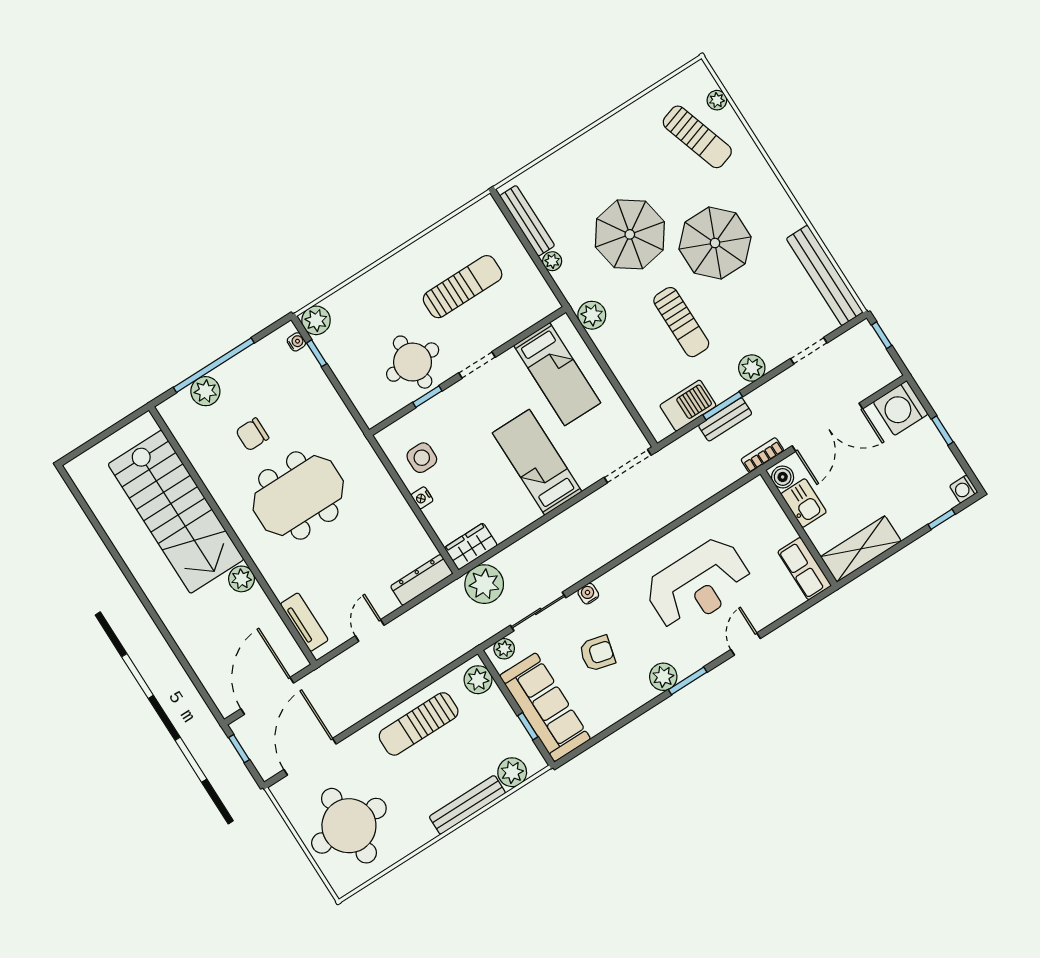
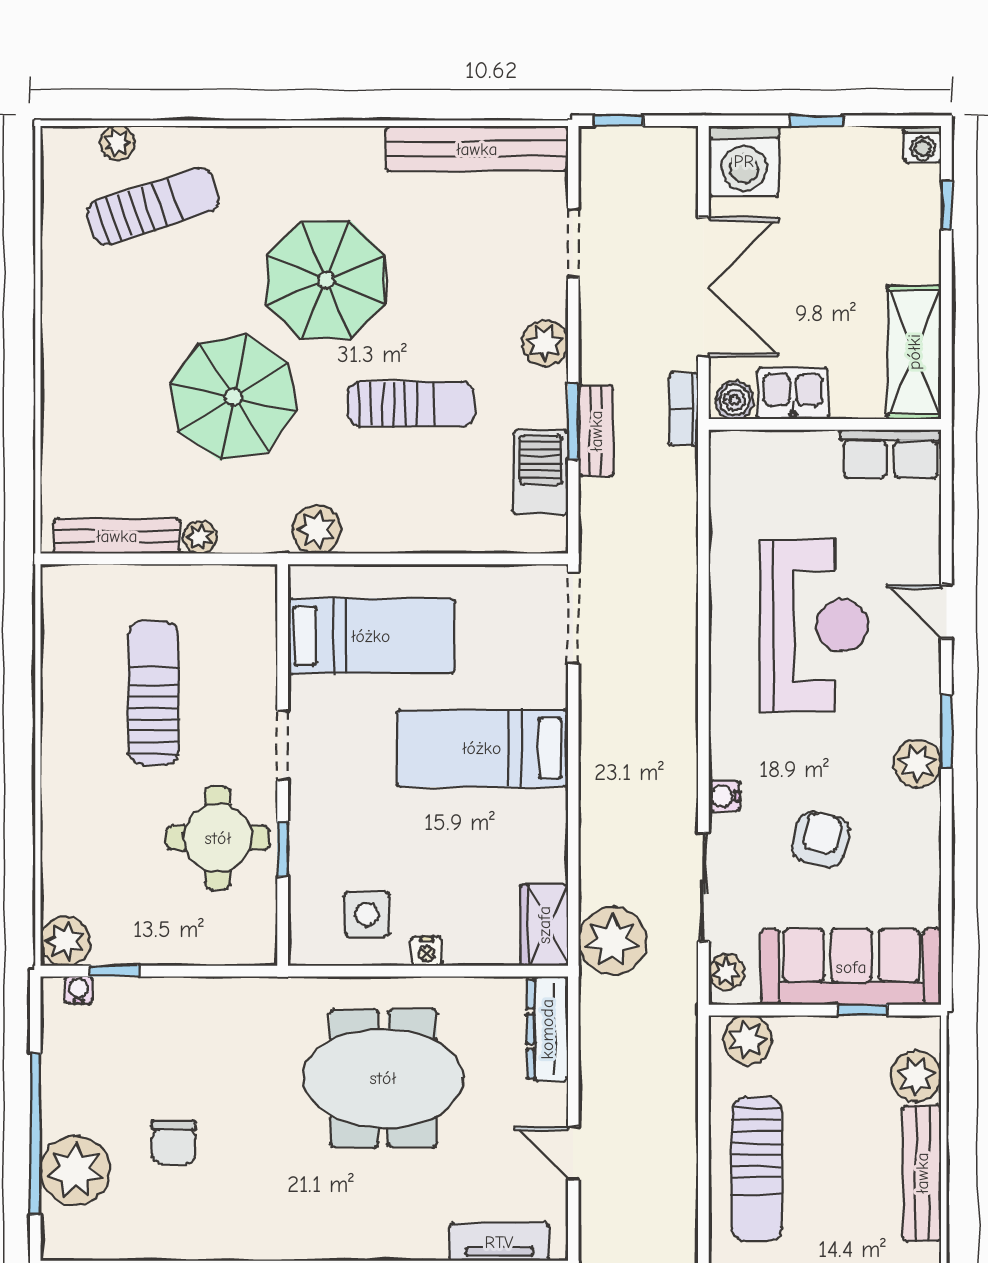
plant: (205, 391) -> (75, 1171), width x1.36, depth x1.36
meeting table: (298, 496) -> (383, 1078), moved, turned 90

